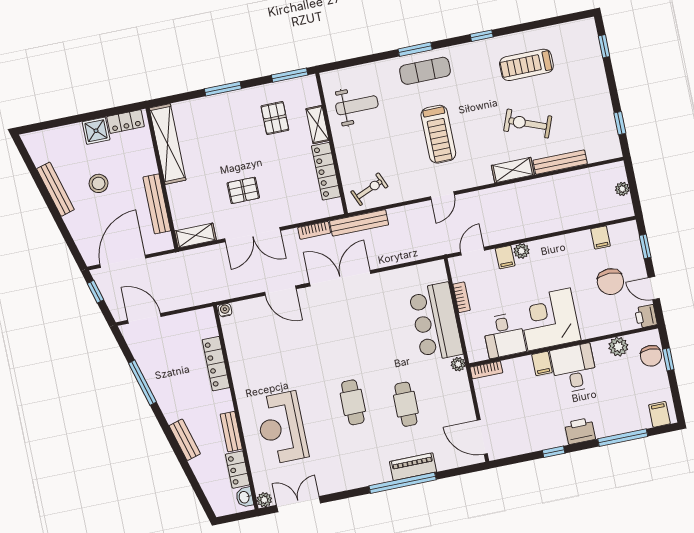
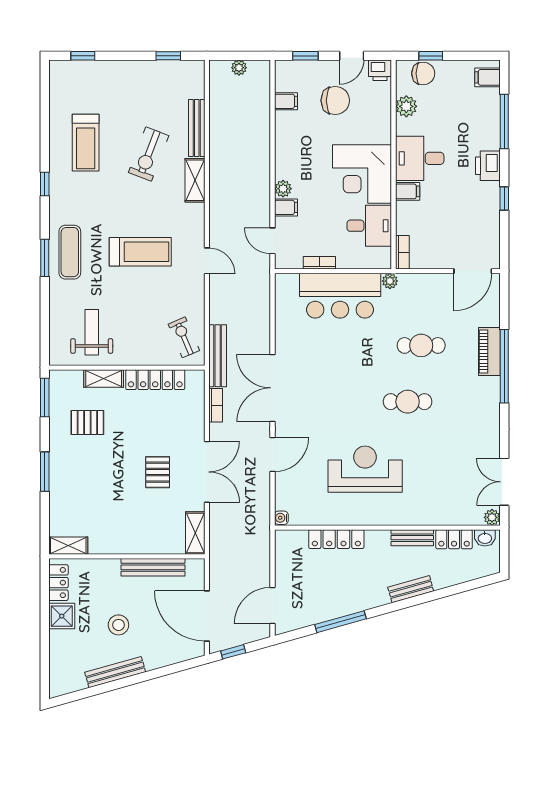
shelving: (168, 144) -> (68, 546), width x0.45, depth x0.75
reception desk: (282, 428) -> (365, 469), moved, turned 180

